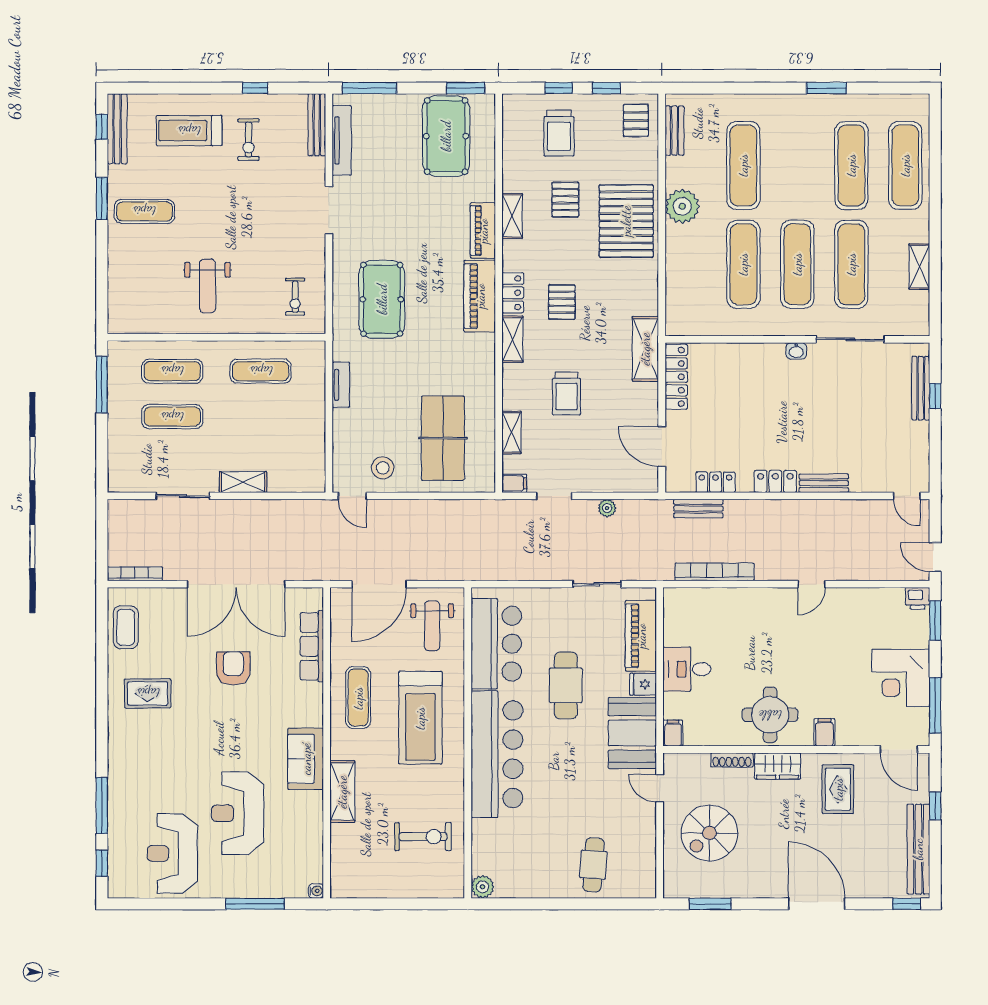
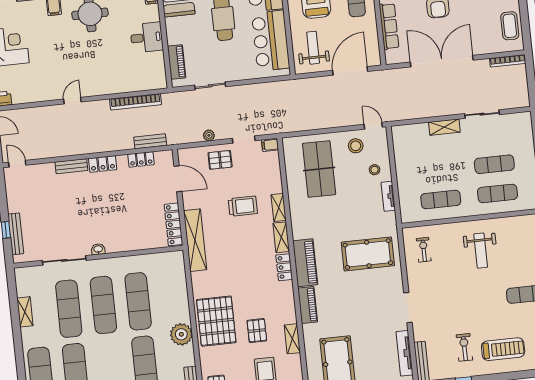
shelving: (512, 216) -> (292, 339), moved
weight bench: (207, 286) -> (481, 251), turned 180
pool table: (382, 299) -> (368, 254), turned 90
pallet: (562, 302) -> (220, 160), moved, turned 90
shelving: (645, 349) -> (195, 240), width x1.47
trolley: (566, 394) -> (243, 206), turned 90
stool: (358, 428) -> (375, 170), added
shelving: (512, 432) -> (279, 208), moved
piano: (641, 636) -> (177, 62), width x0.73, depth x0.75
fridge: (643, 684) -> (174, 25), removed

